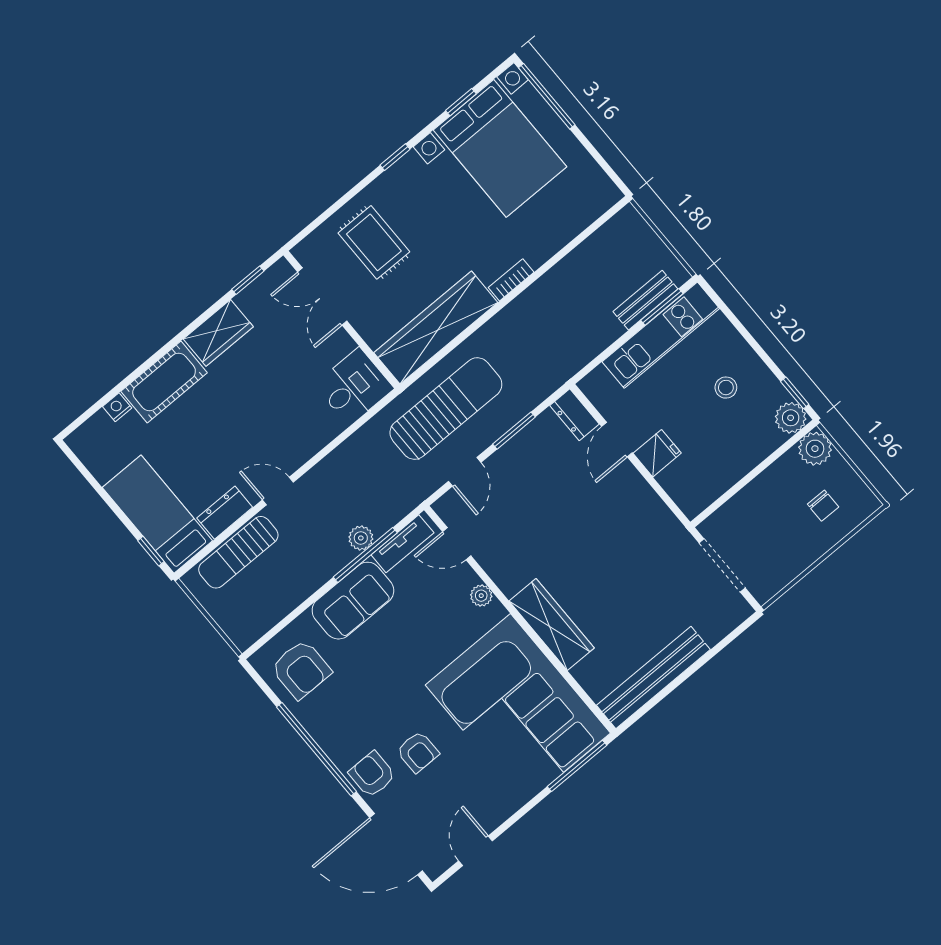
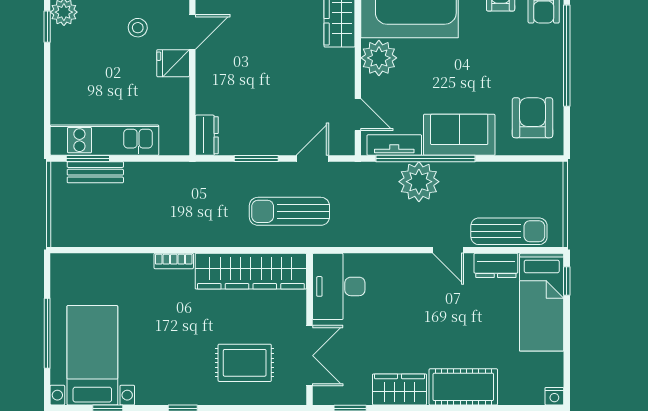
window: (547, 96) -> (47, 333), moved
bed with nightstands: (500, 148) -> (92, 355), width x0.73
rug: (374, 242) -> (245, 363), turned 90
desk: (354, 387) -> (339, 286), width x1.37
stool: (726, 388) -> (138, 28), moved
nightstand: (117, 407) -> (554, 396), moved
sun lounger: (446, 408) -> (289, 211), width x0.73, depth x0.75
door: (617, 440) -> (192, 32), moved
plant: (361, 538) -> (419, 182), width x1.87, depth x1.87
window: (365, 555) -> (425, 158), width x1.46
plant: (481, 596) -> (379, 58), width x1.87, depth x1.87

